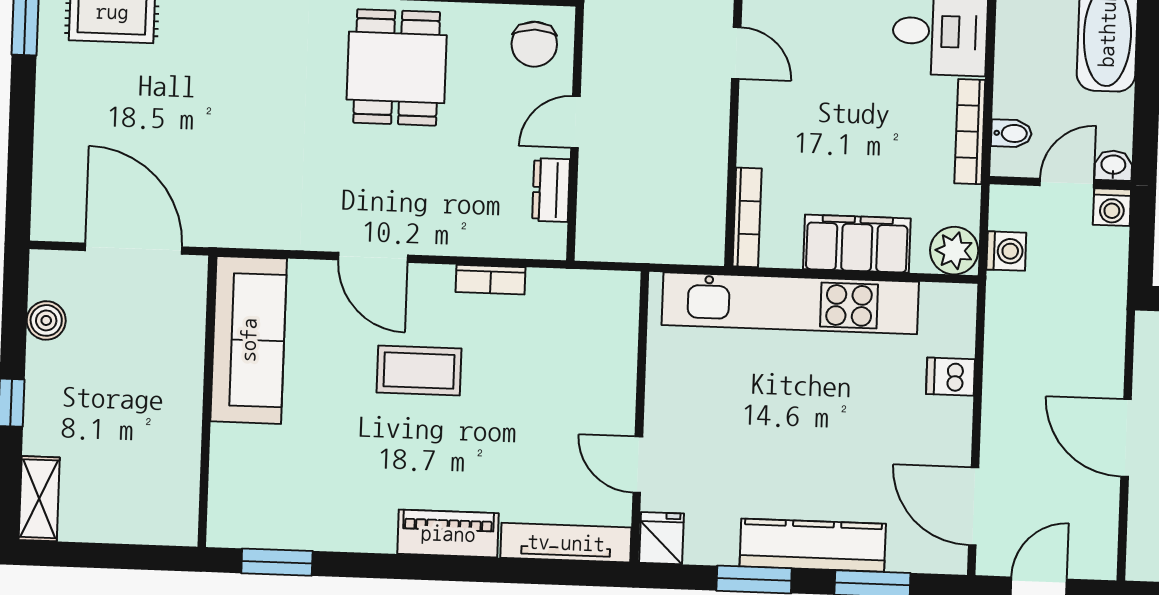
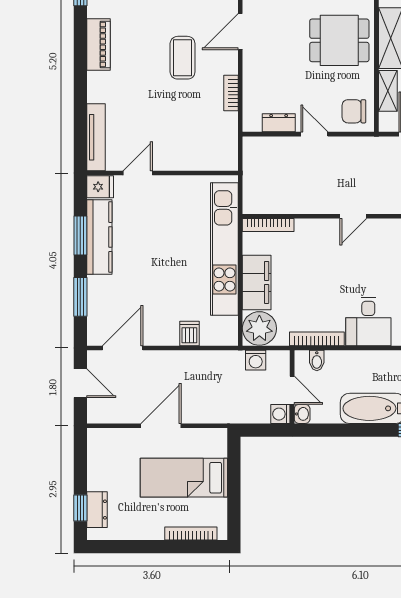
plant: (954, 251) -> (259, 328), width x1.36, depth x1.36
piano: (448, 534) -> (99, 44), moved
kitchen counter: (813, 545) -> (99, 237), moved

